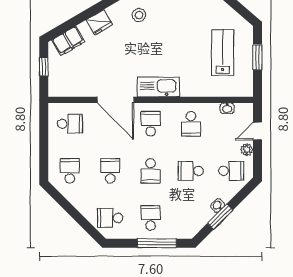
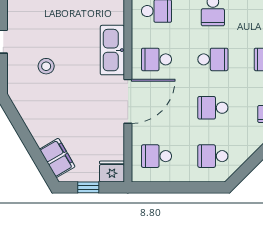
stool: (139, 15) -> (46, 66), moved
fridge: (99, 22) -> (112, 172), moved, turned -60
school desk: (70, 124) -> (157, 156), turned -90

